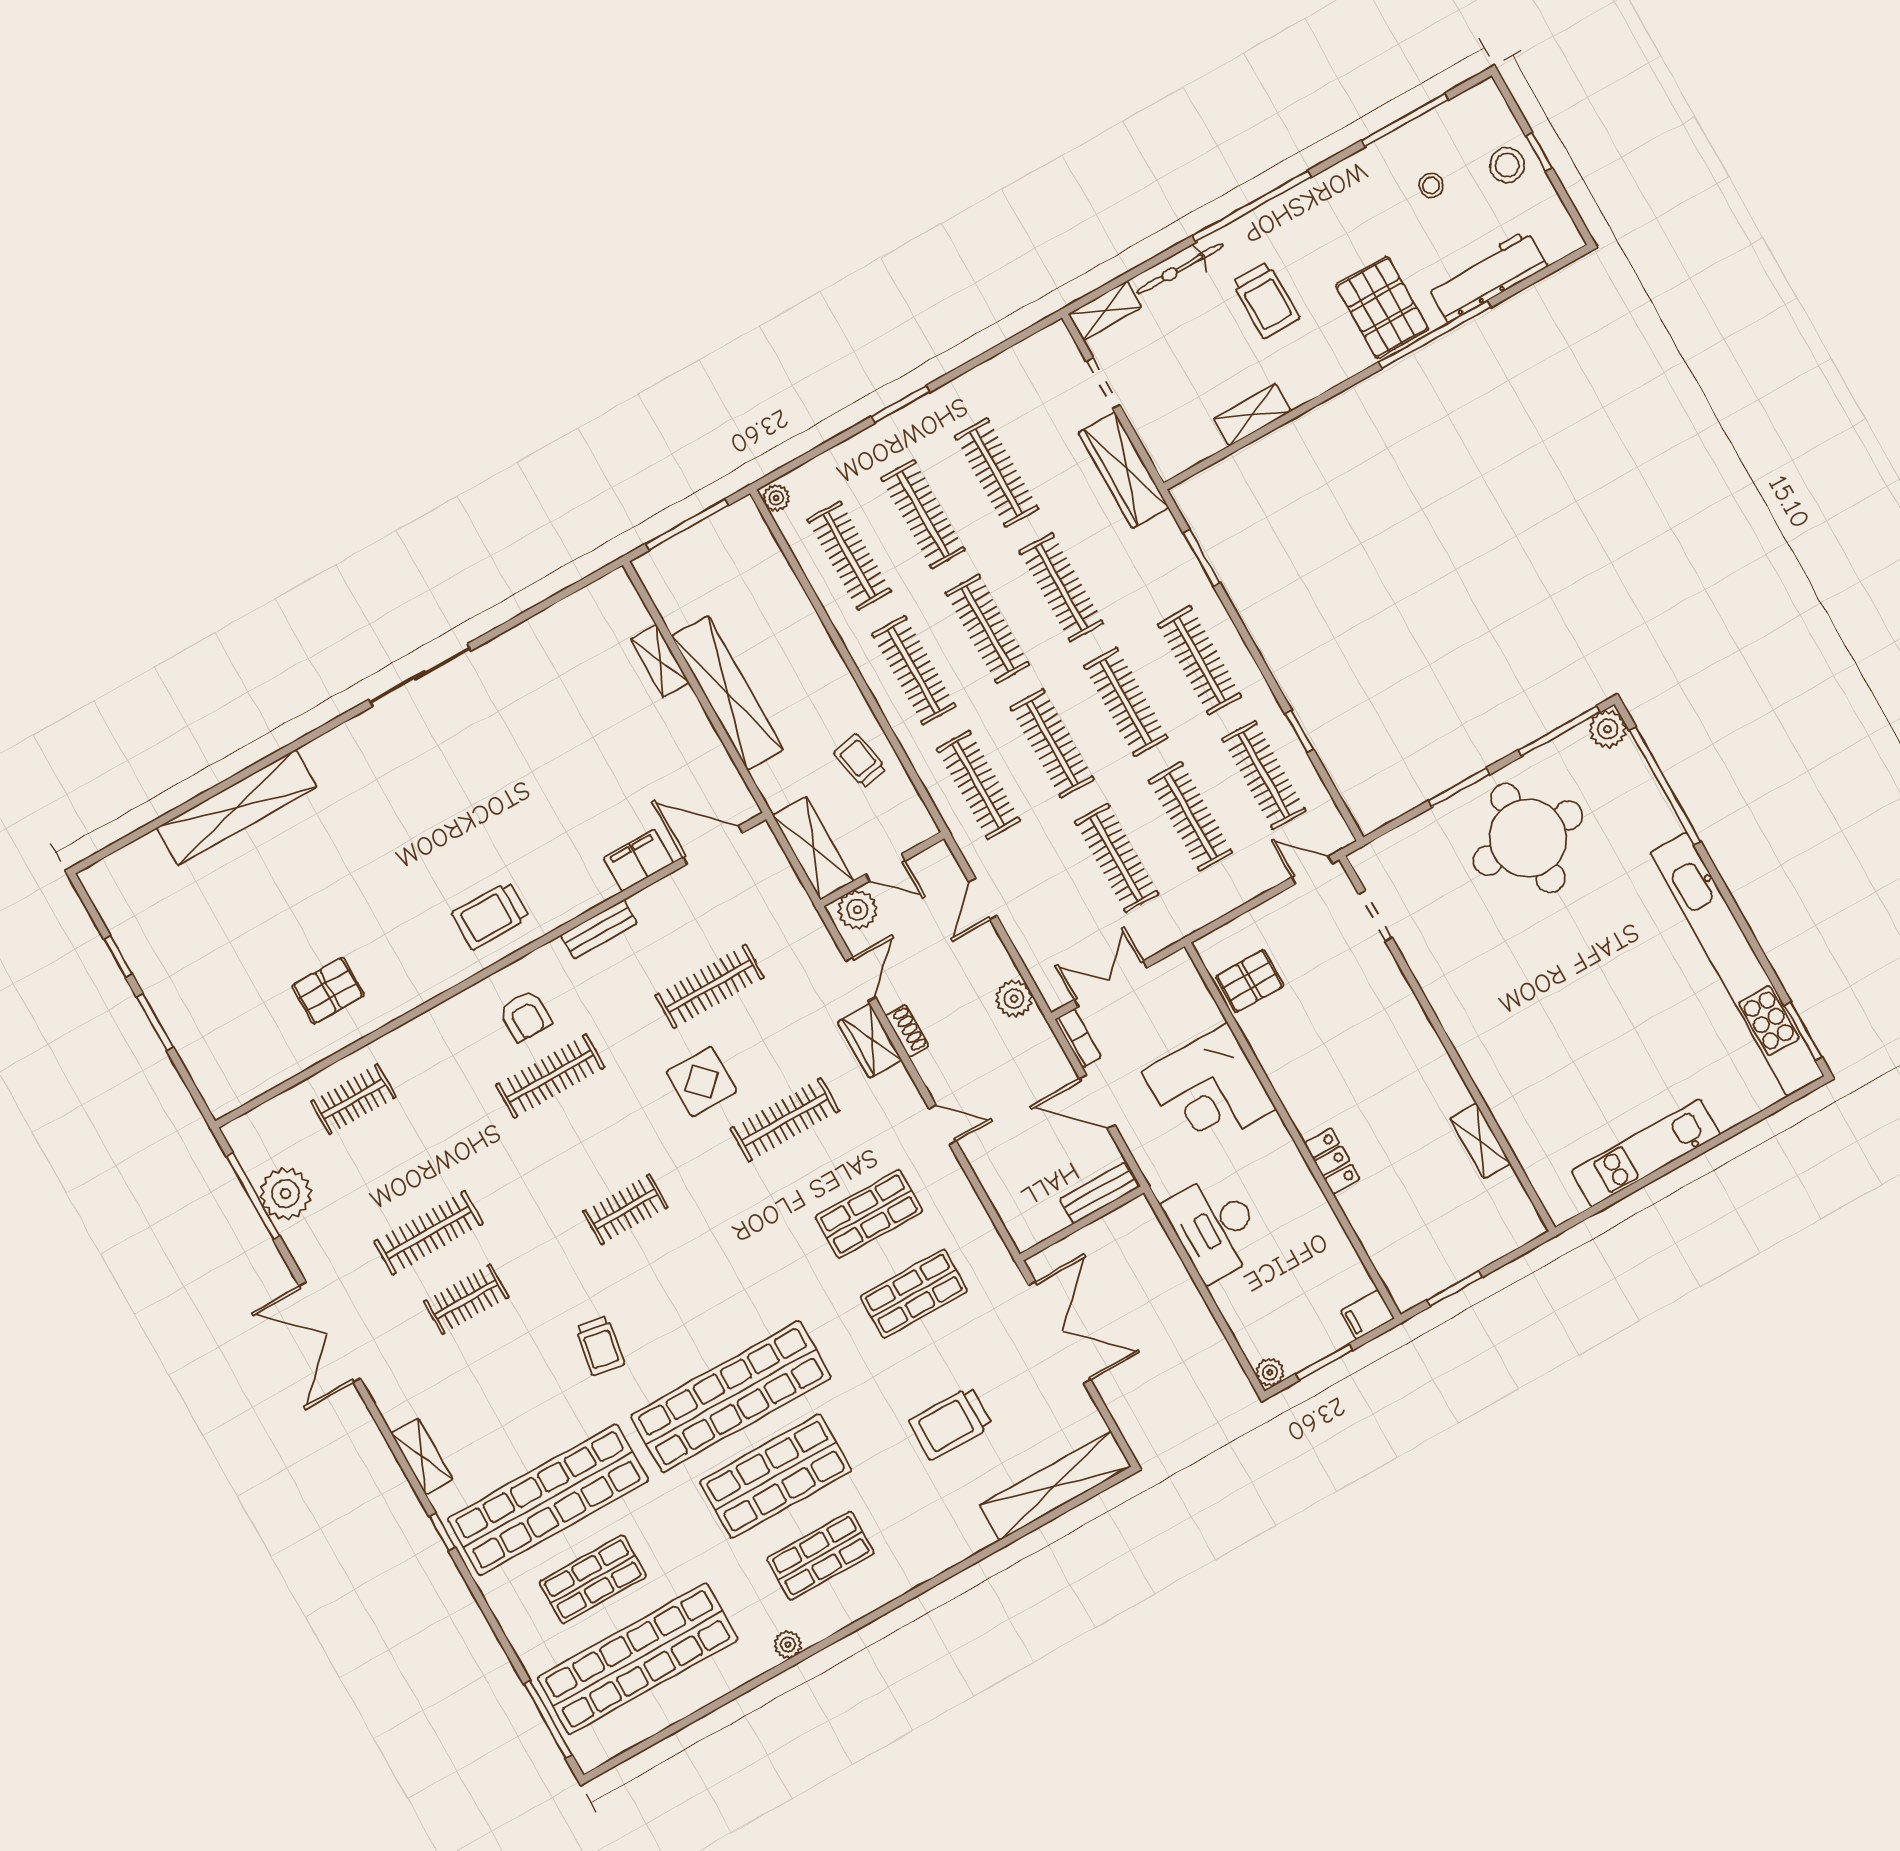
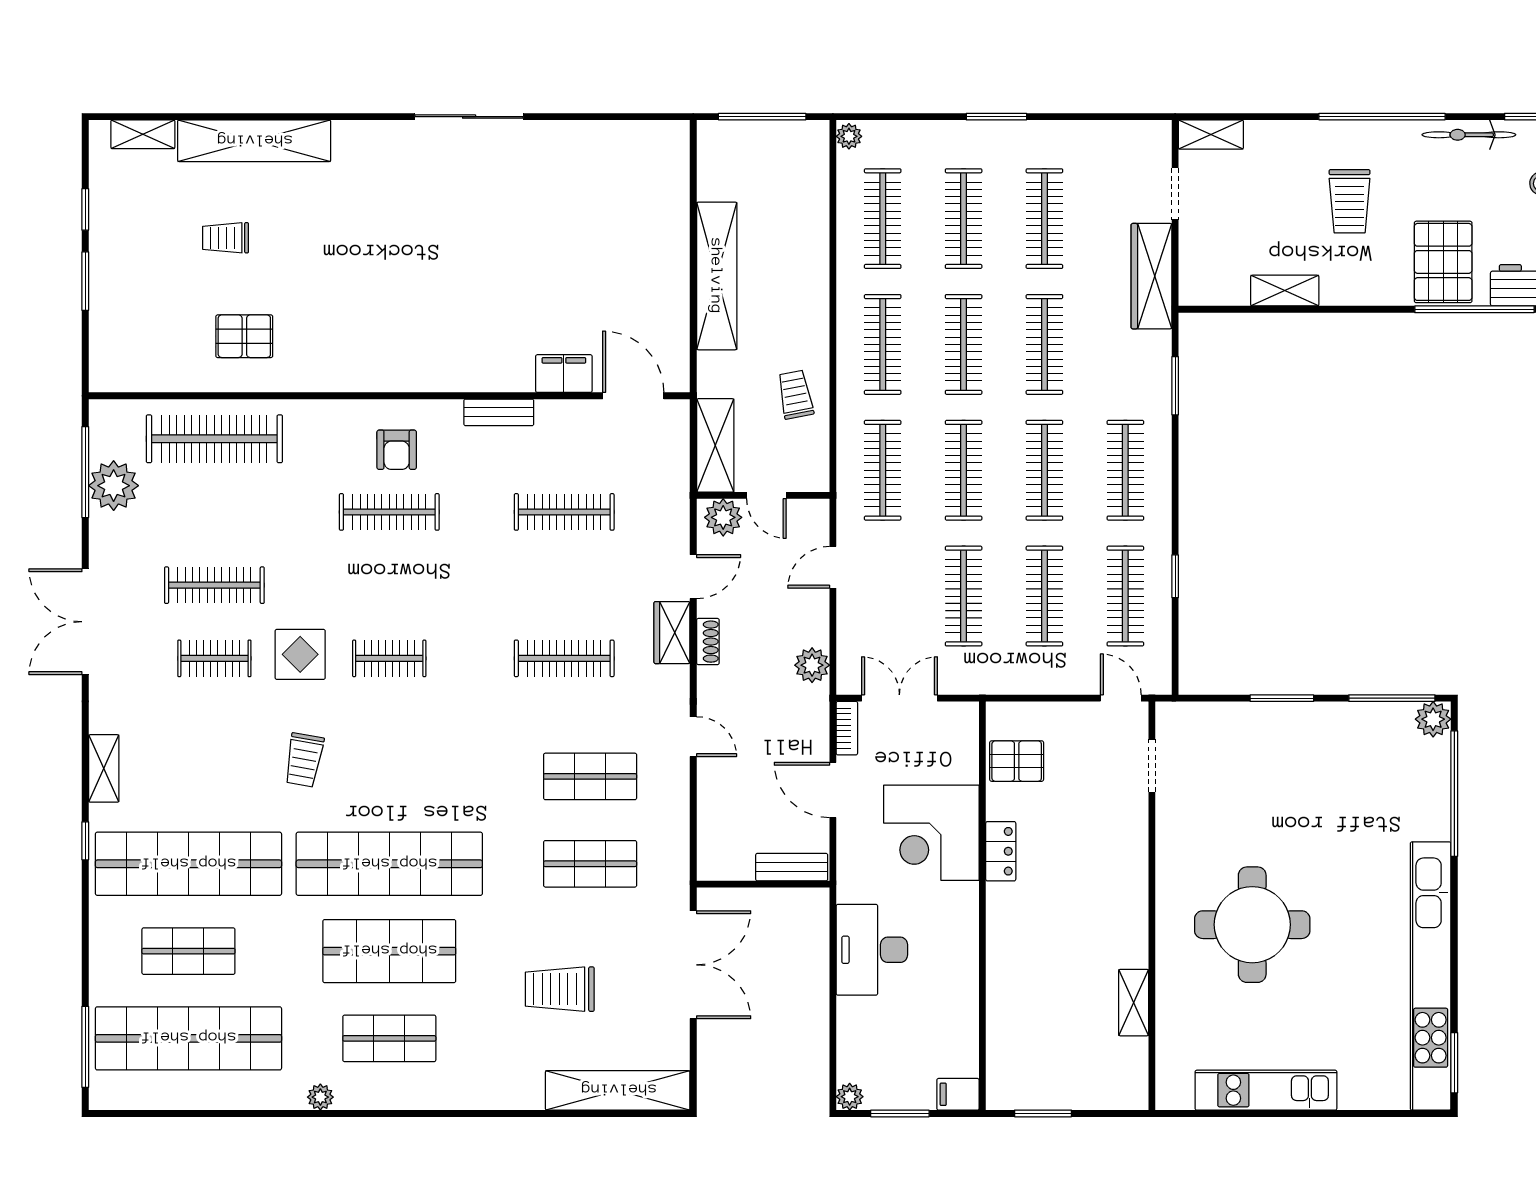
bicycle: (1180, 269) -> (1469, 135), moved
shelving: (660, 661) -> (143, 134), moved, turned 90
round table: (1528, 838) -> (1252, 925), moved
trolley: (490, 916) -> (226, 238), moved, width x0.73, depth x0.72
display table: (701, 1082) -> (300, 654), moved
clothes rail: (353, 1099) -> (214, 439), width x1.86, depth x1.31
locker: (1332, 1161) -> (1001, 851), moved

